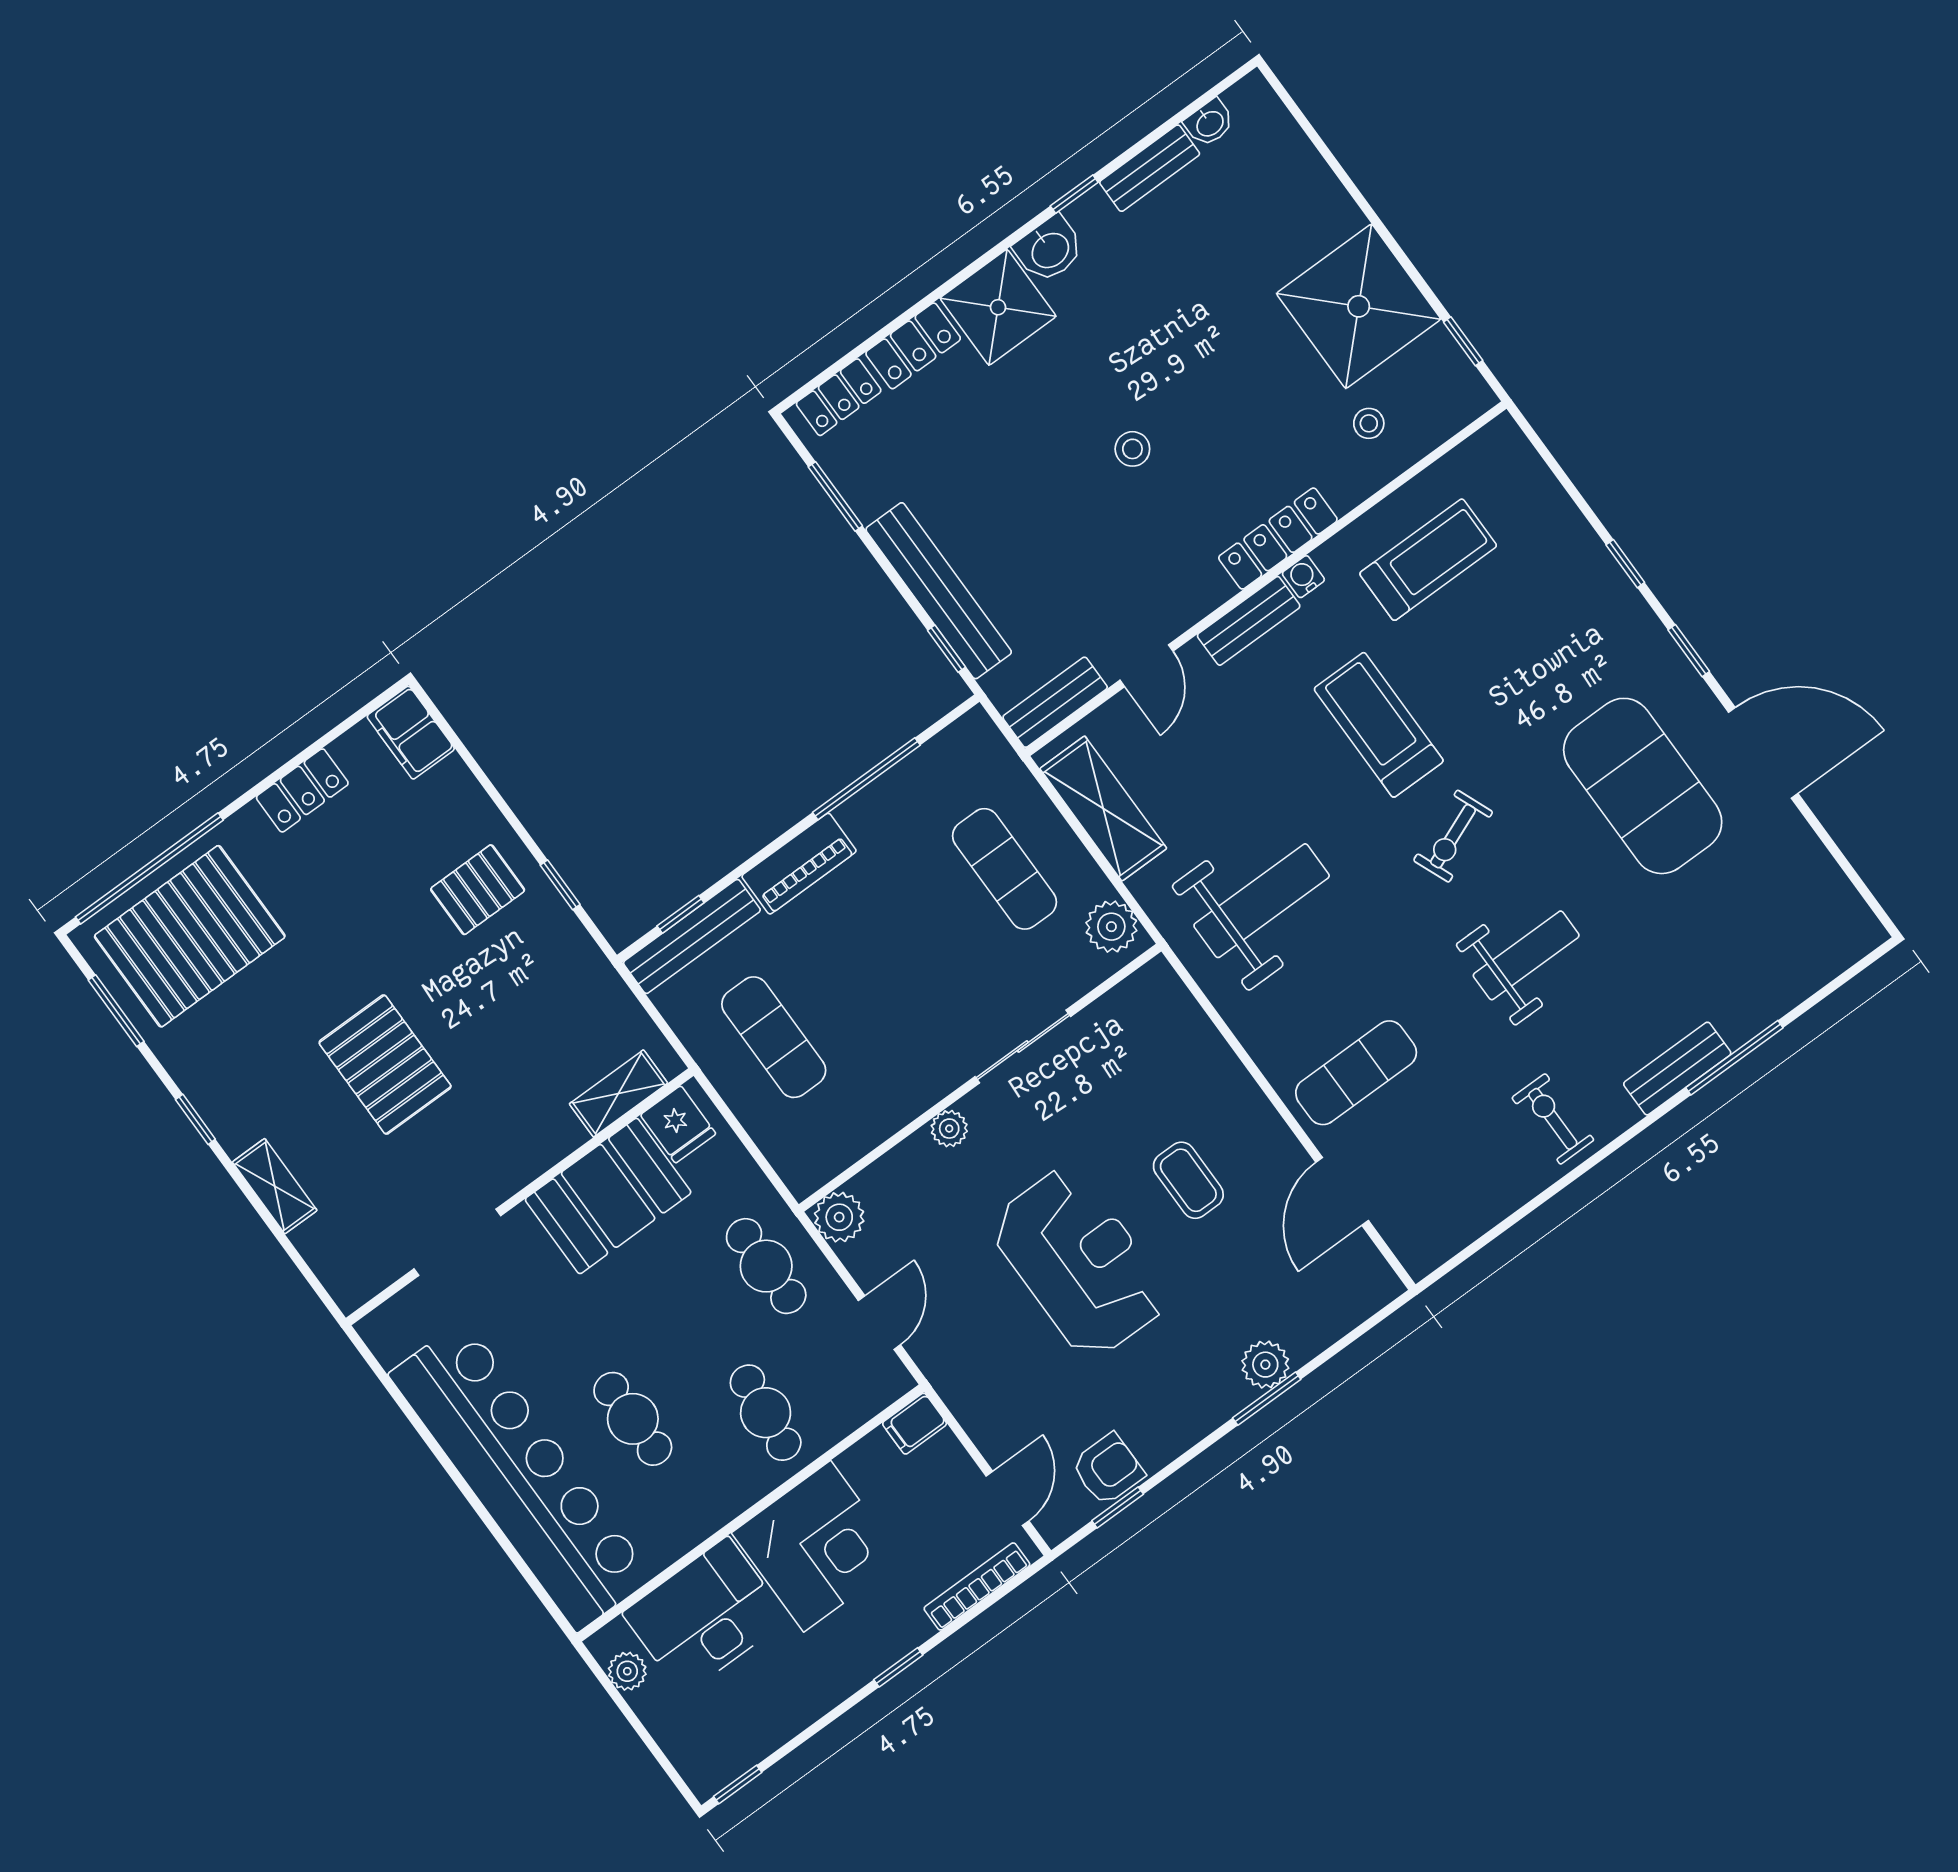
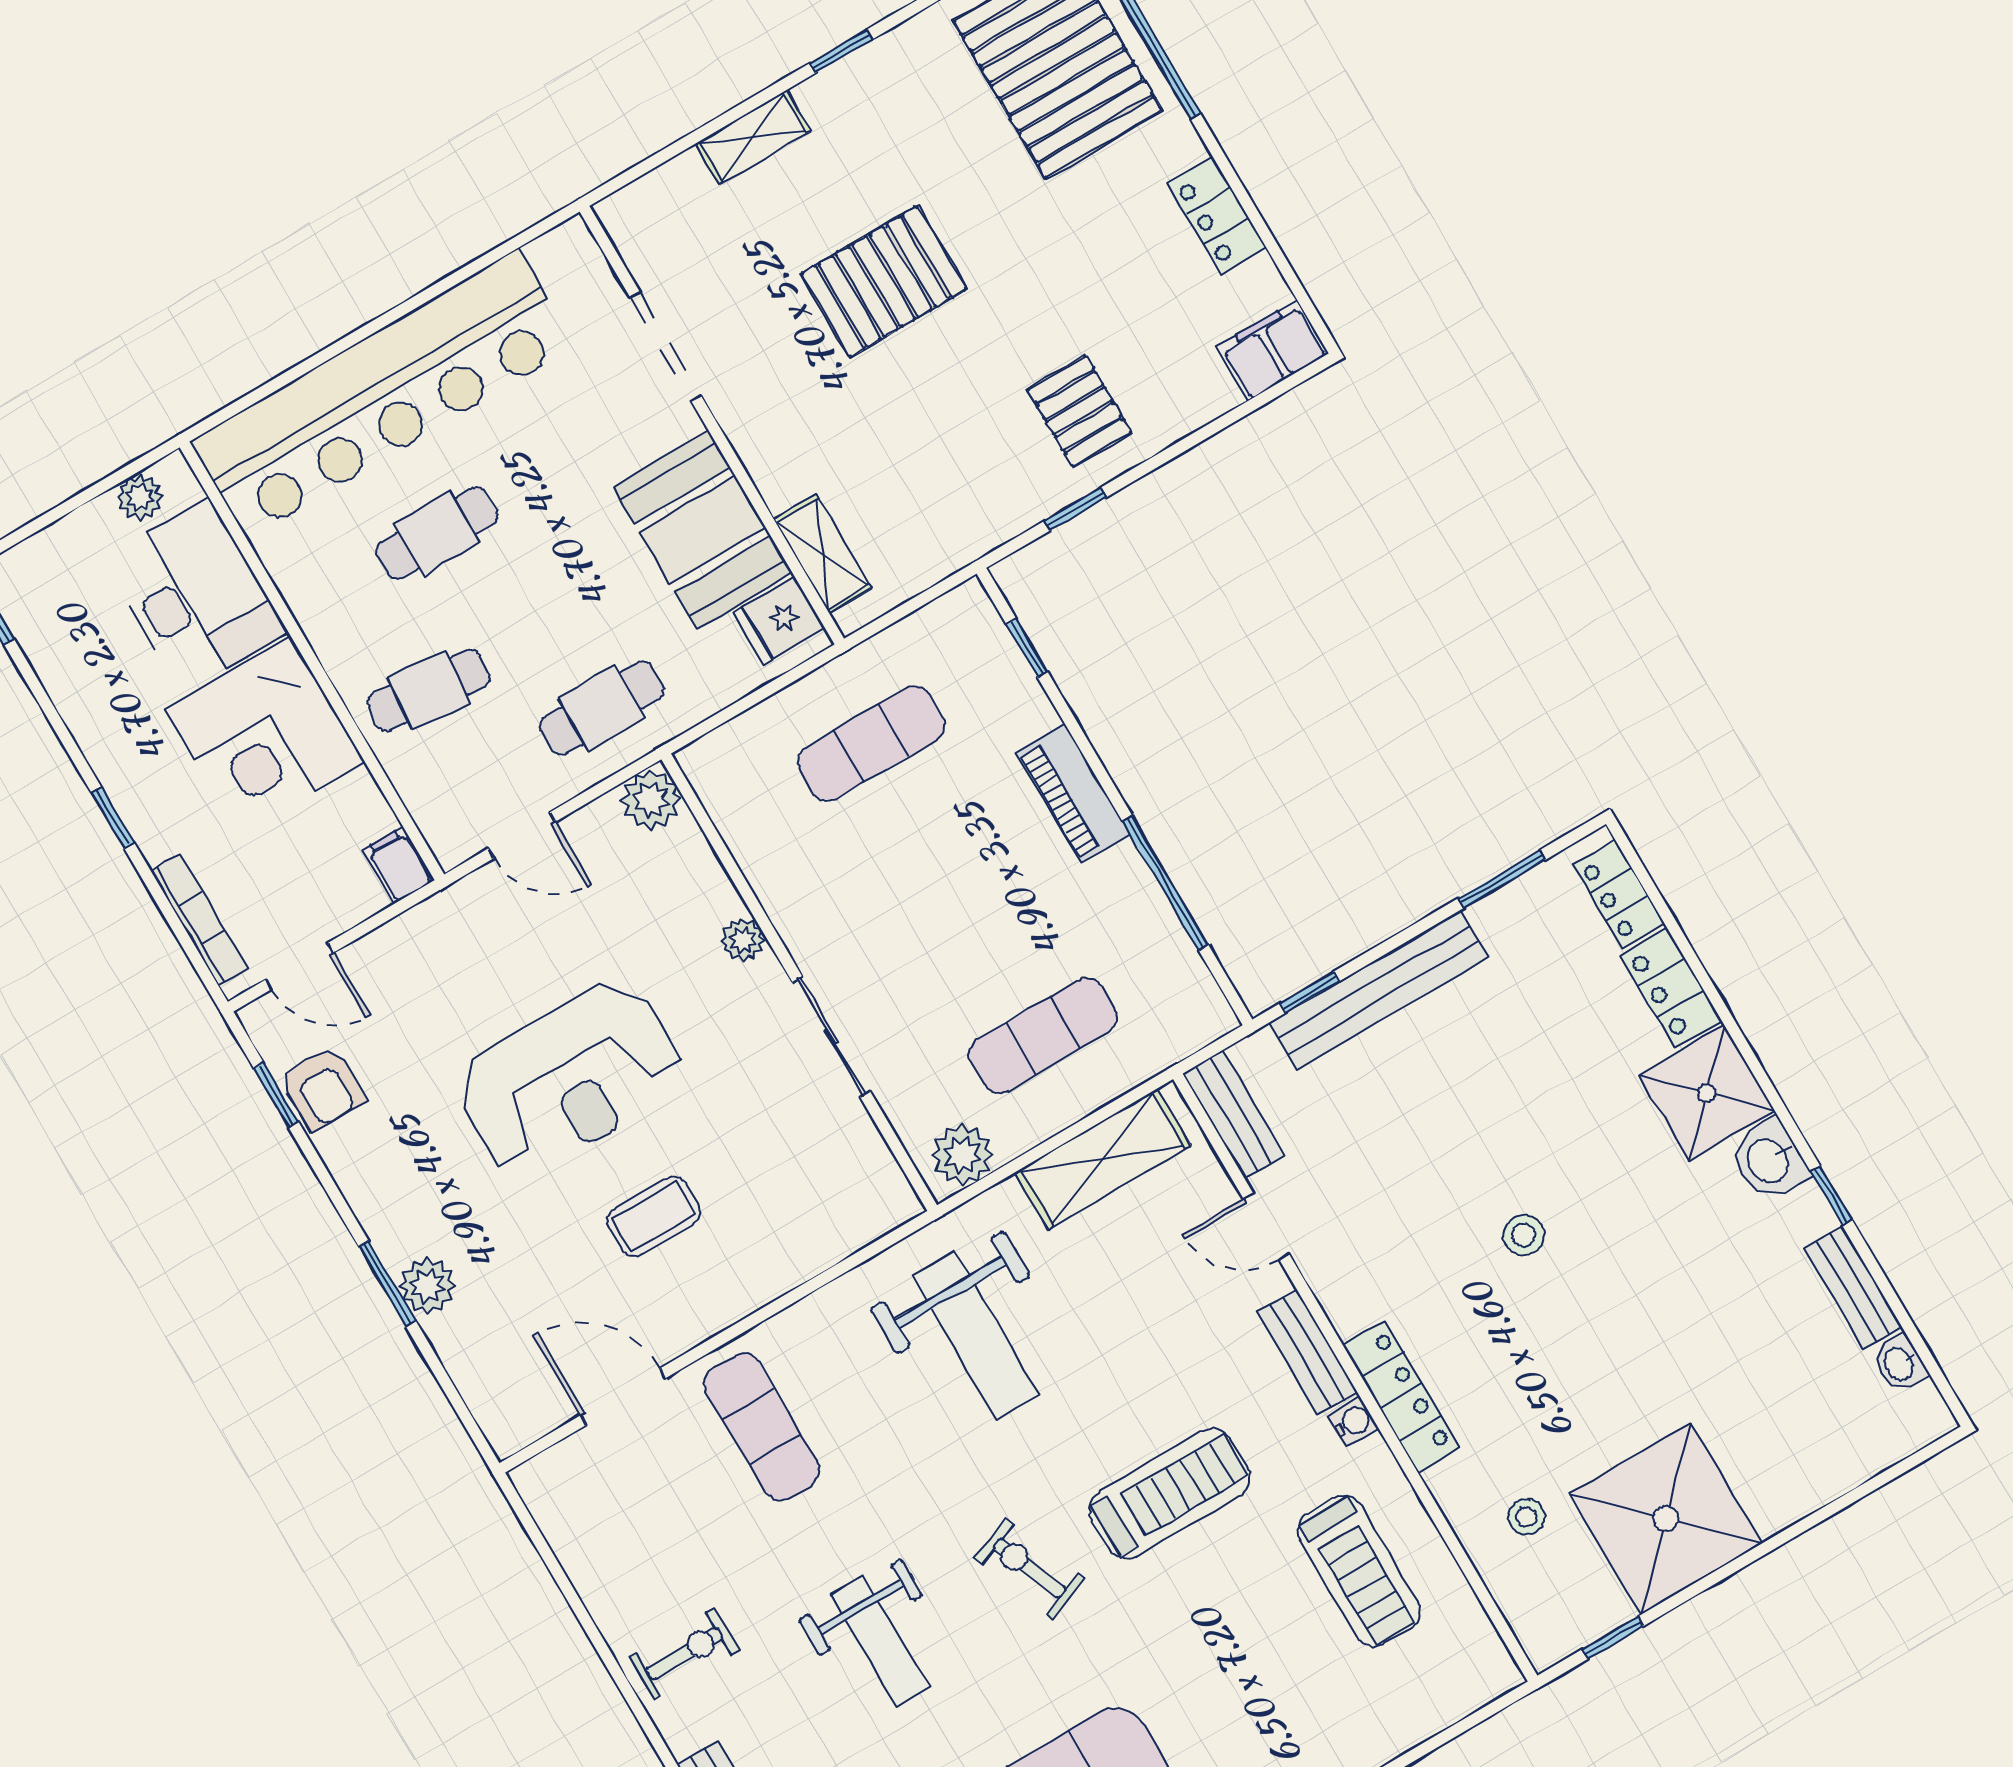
bench: (692, 936) -> (999, 659), removed

